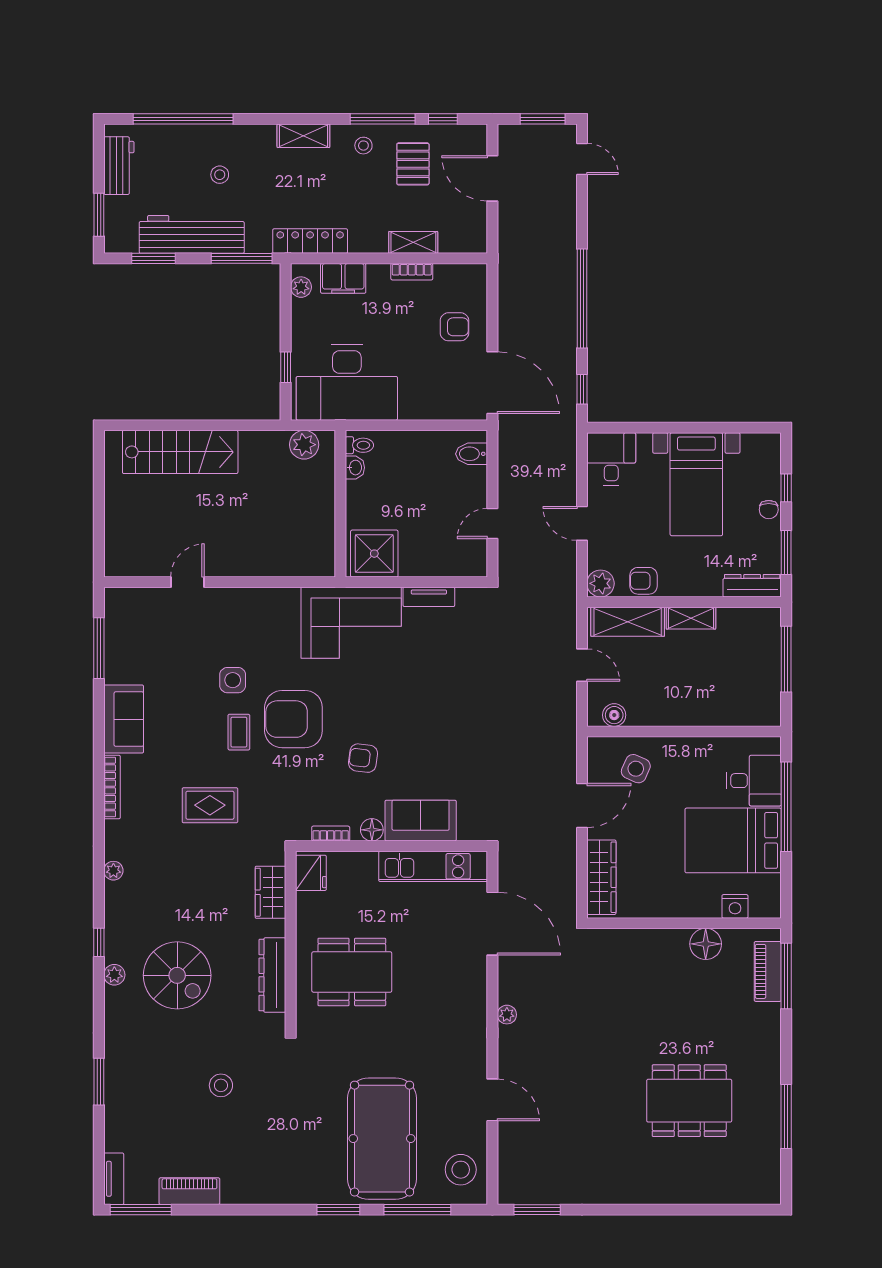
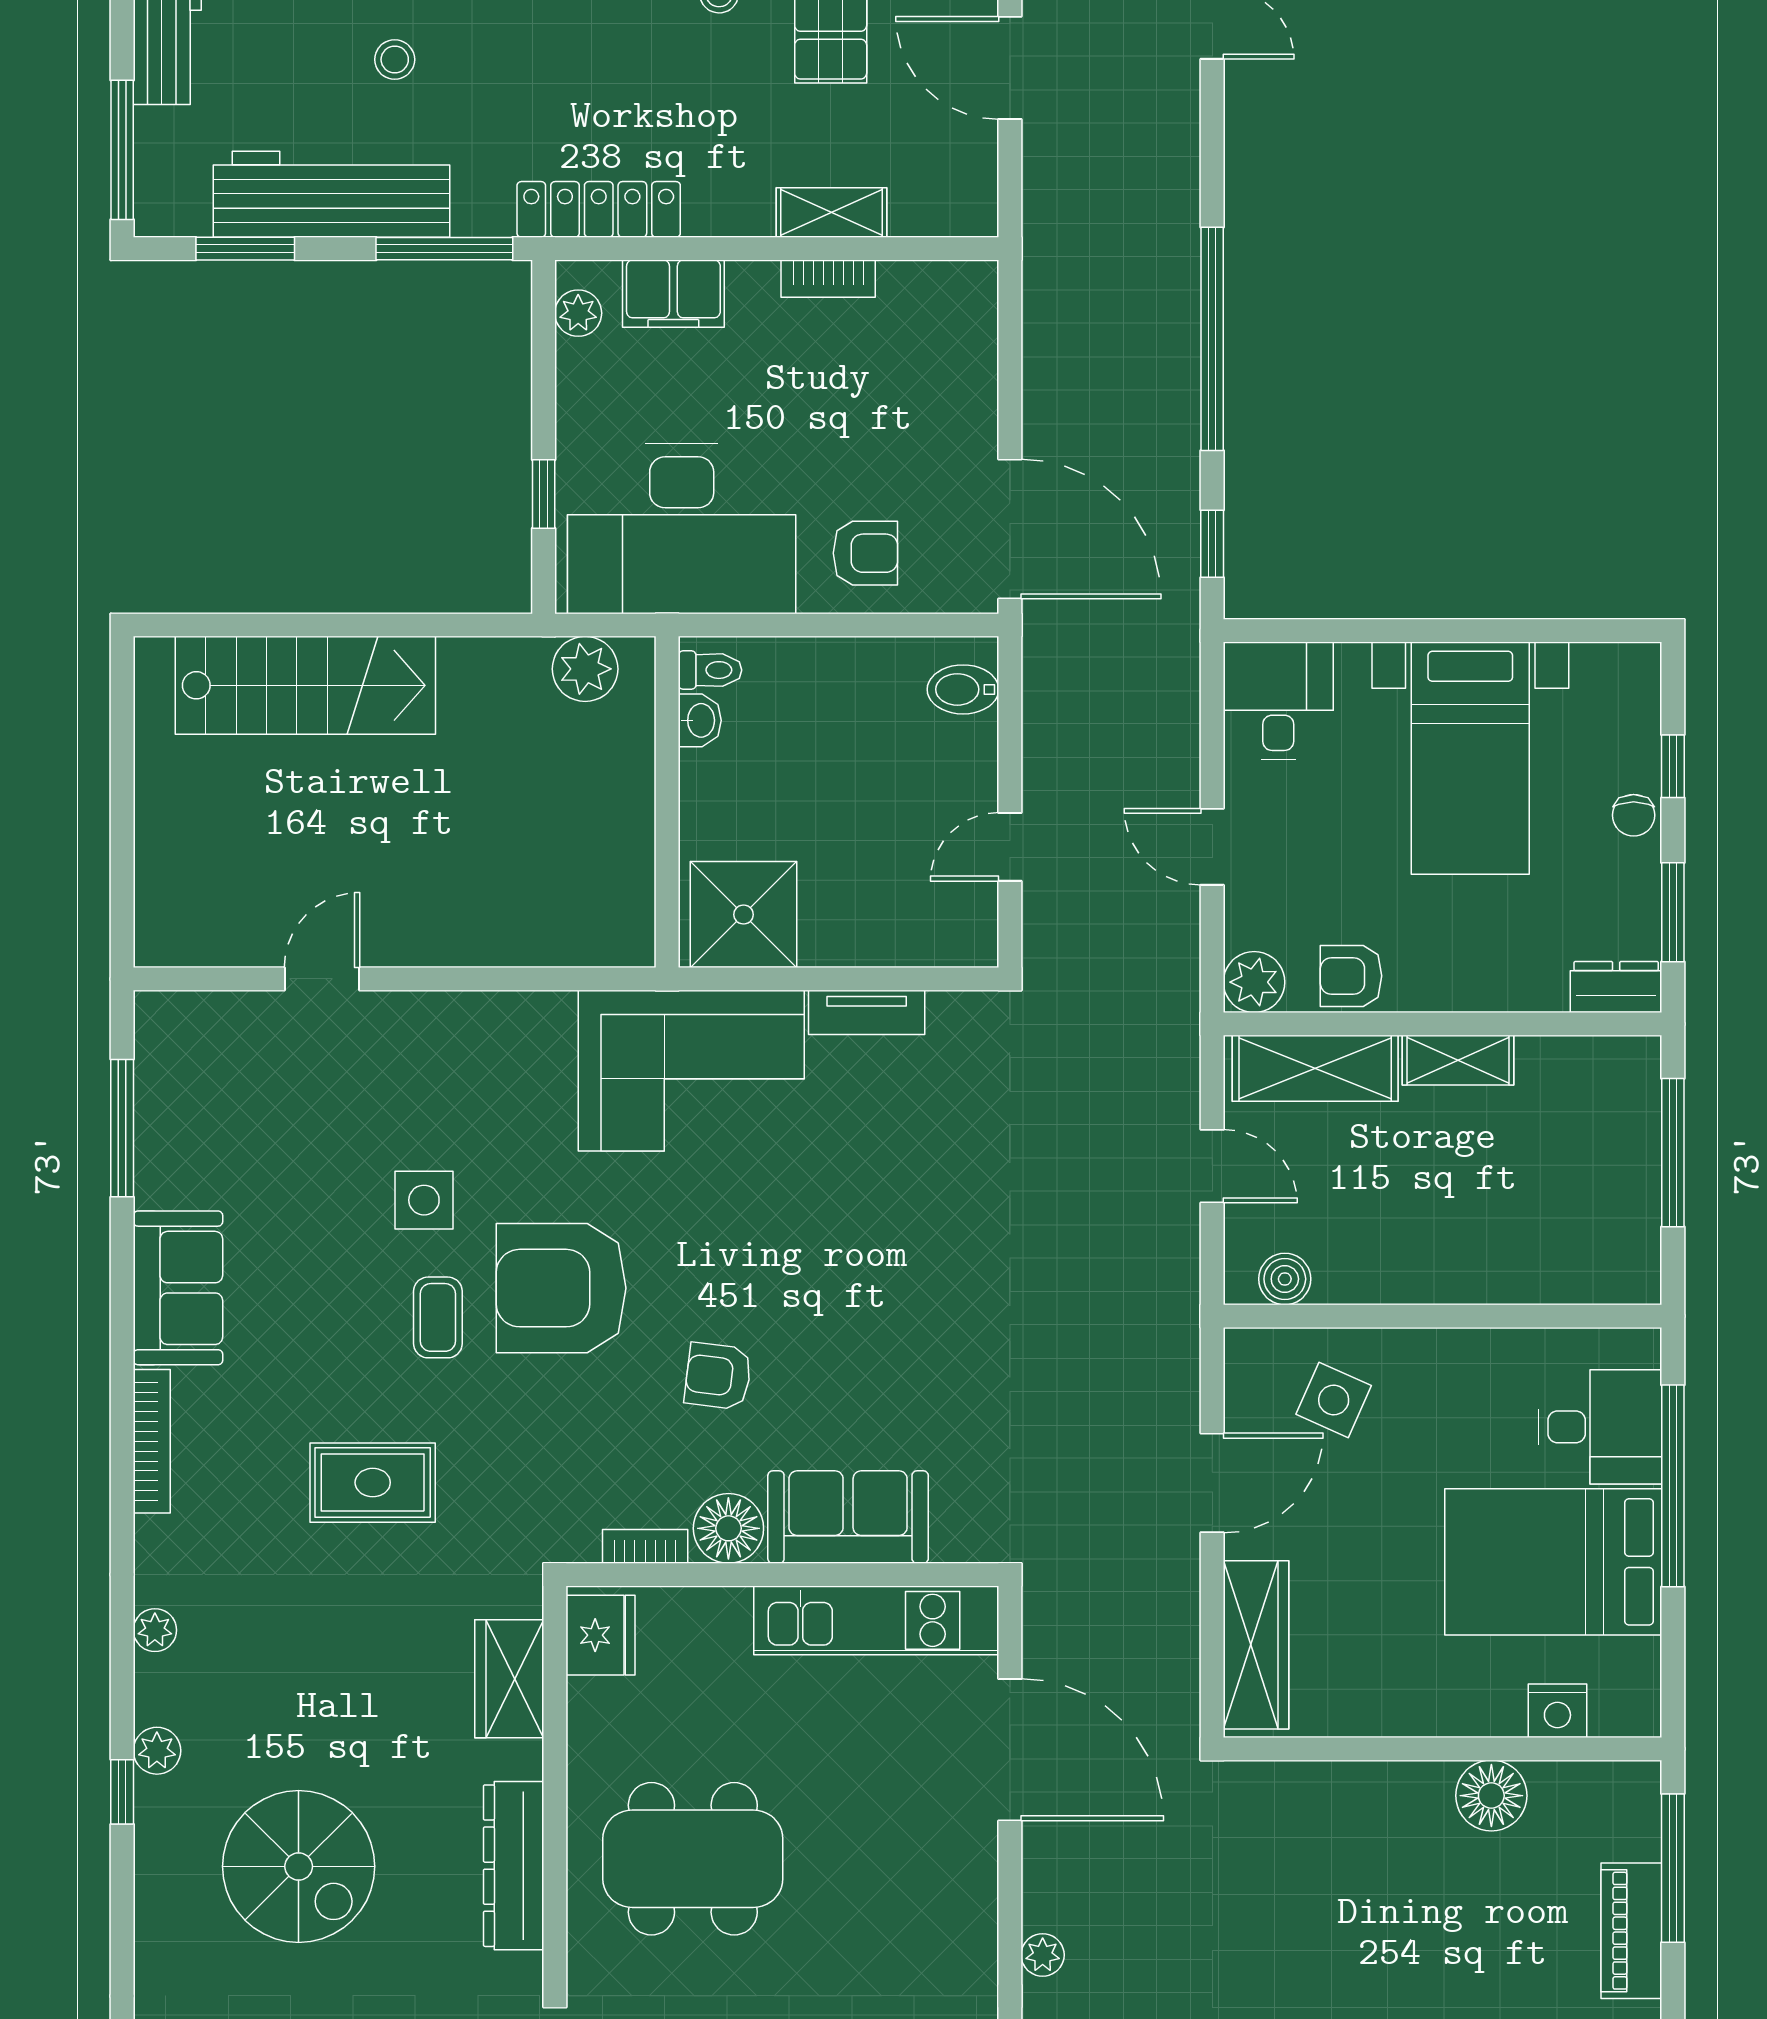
window: (99, 215) -> (122, 150), width x1.44
armchair: (454, 327) -> (865, 553), moved
dresser: (752, 586) -> (1616, 987), width x0.70
floor lamp: (372, 830) -> (728, 1528), width x1.38, depth x1.38
piano: (768, 971) -> (1631, 1931), moved
plant: (114, 975) -> (157, 1751), moved

